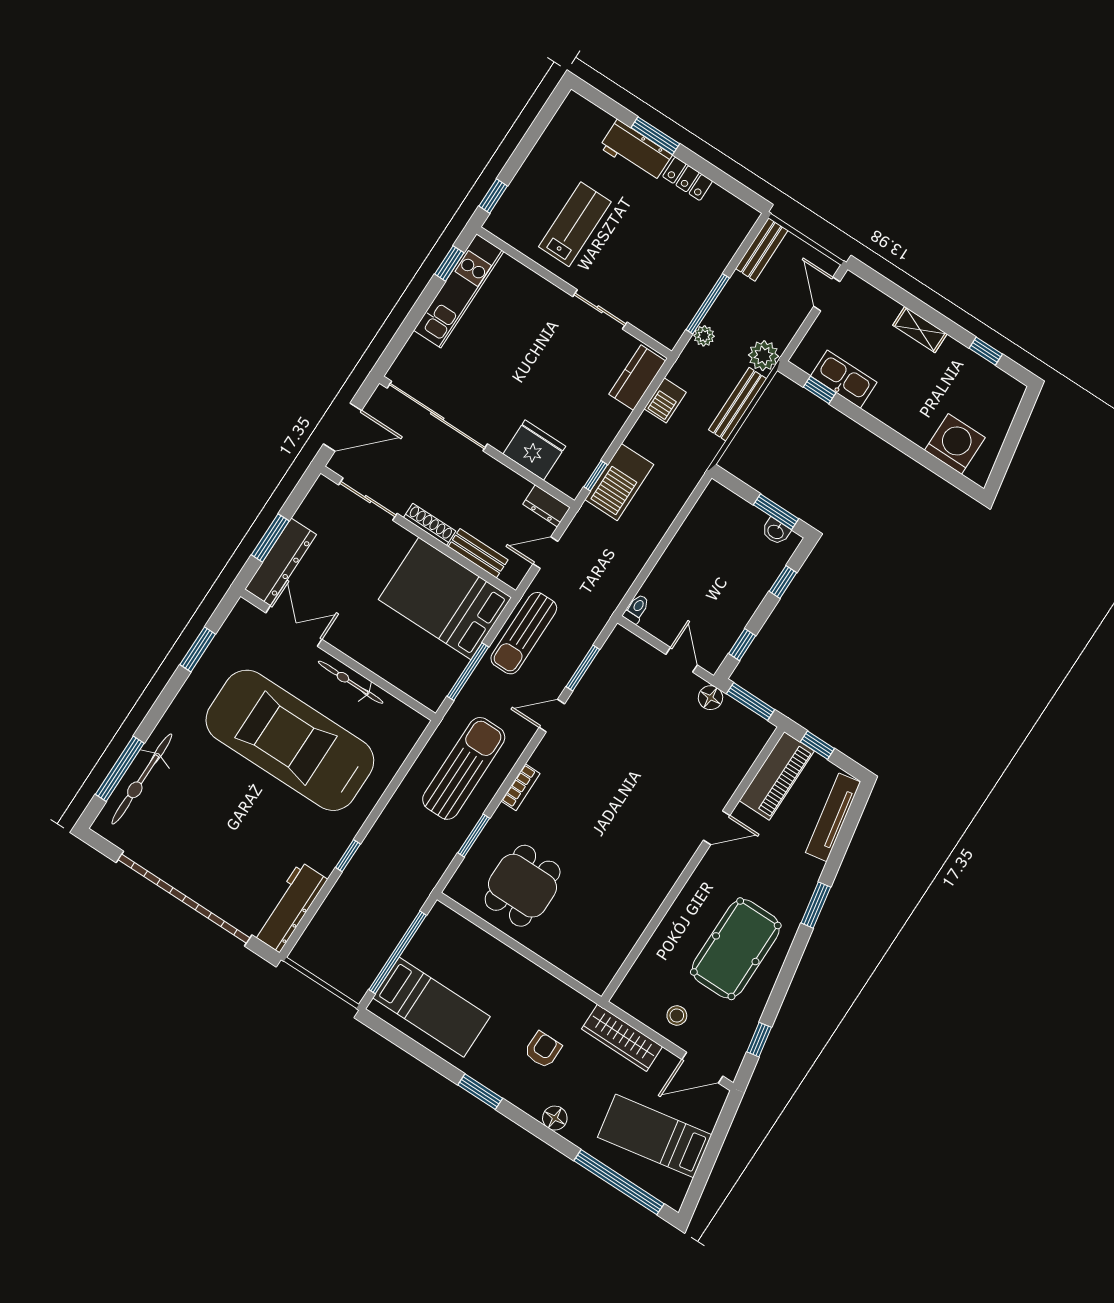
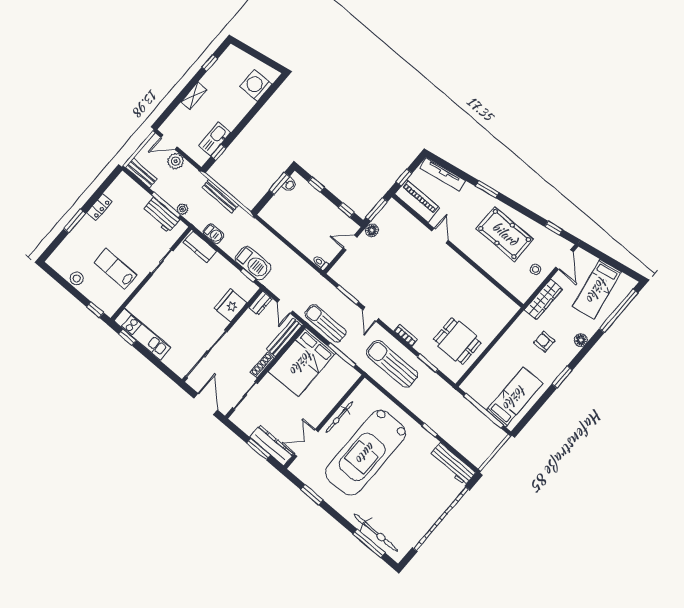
workbench: (636, 151) -> (161, 215), moved, turned 90
stool: (547, 153) -> (77, 278), added
plant: (763, 356) -> (176, 161), moved
bench: (478, 553) -> (284, 338), width x1.36
sun lounger: (524, 633) -> (326, 323), turned 180

